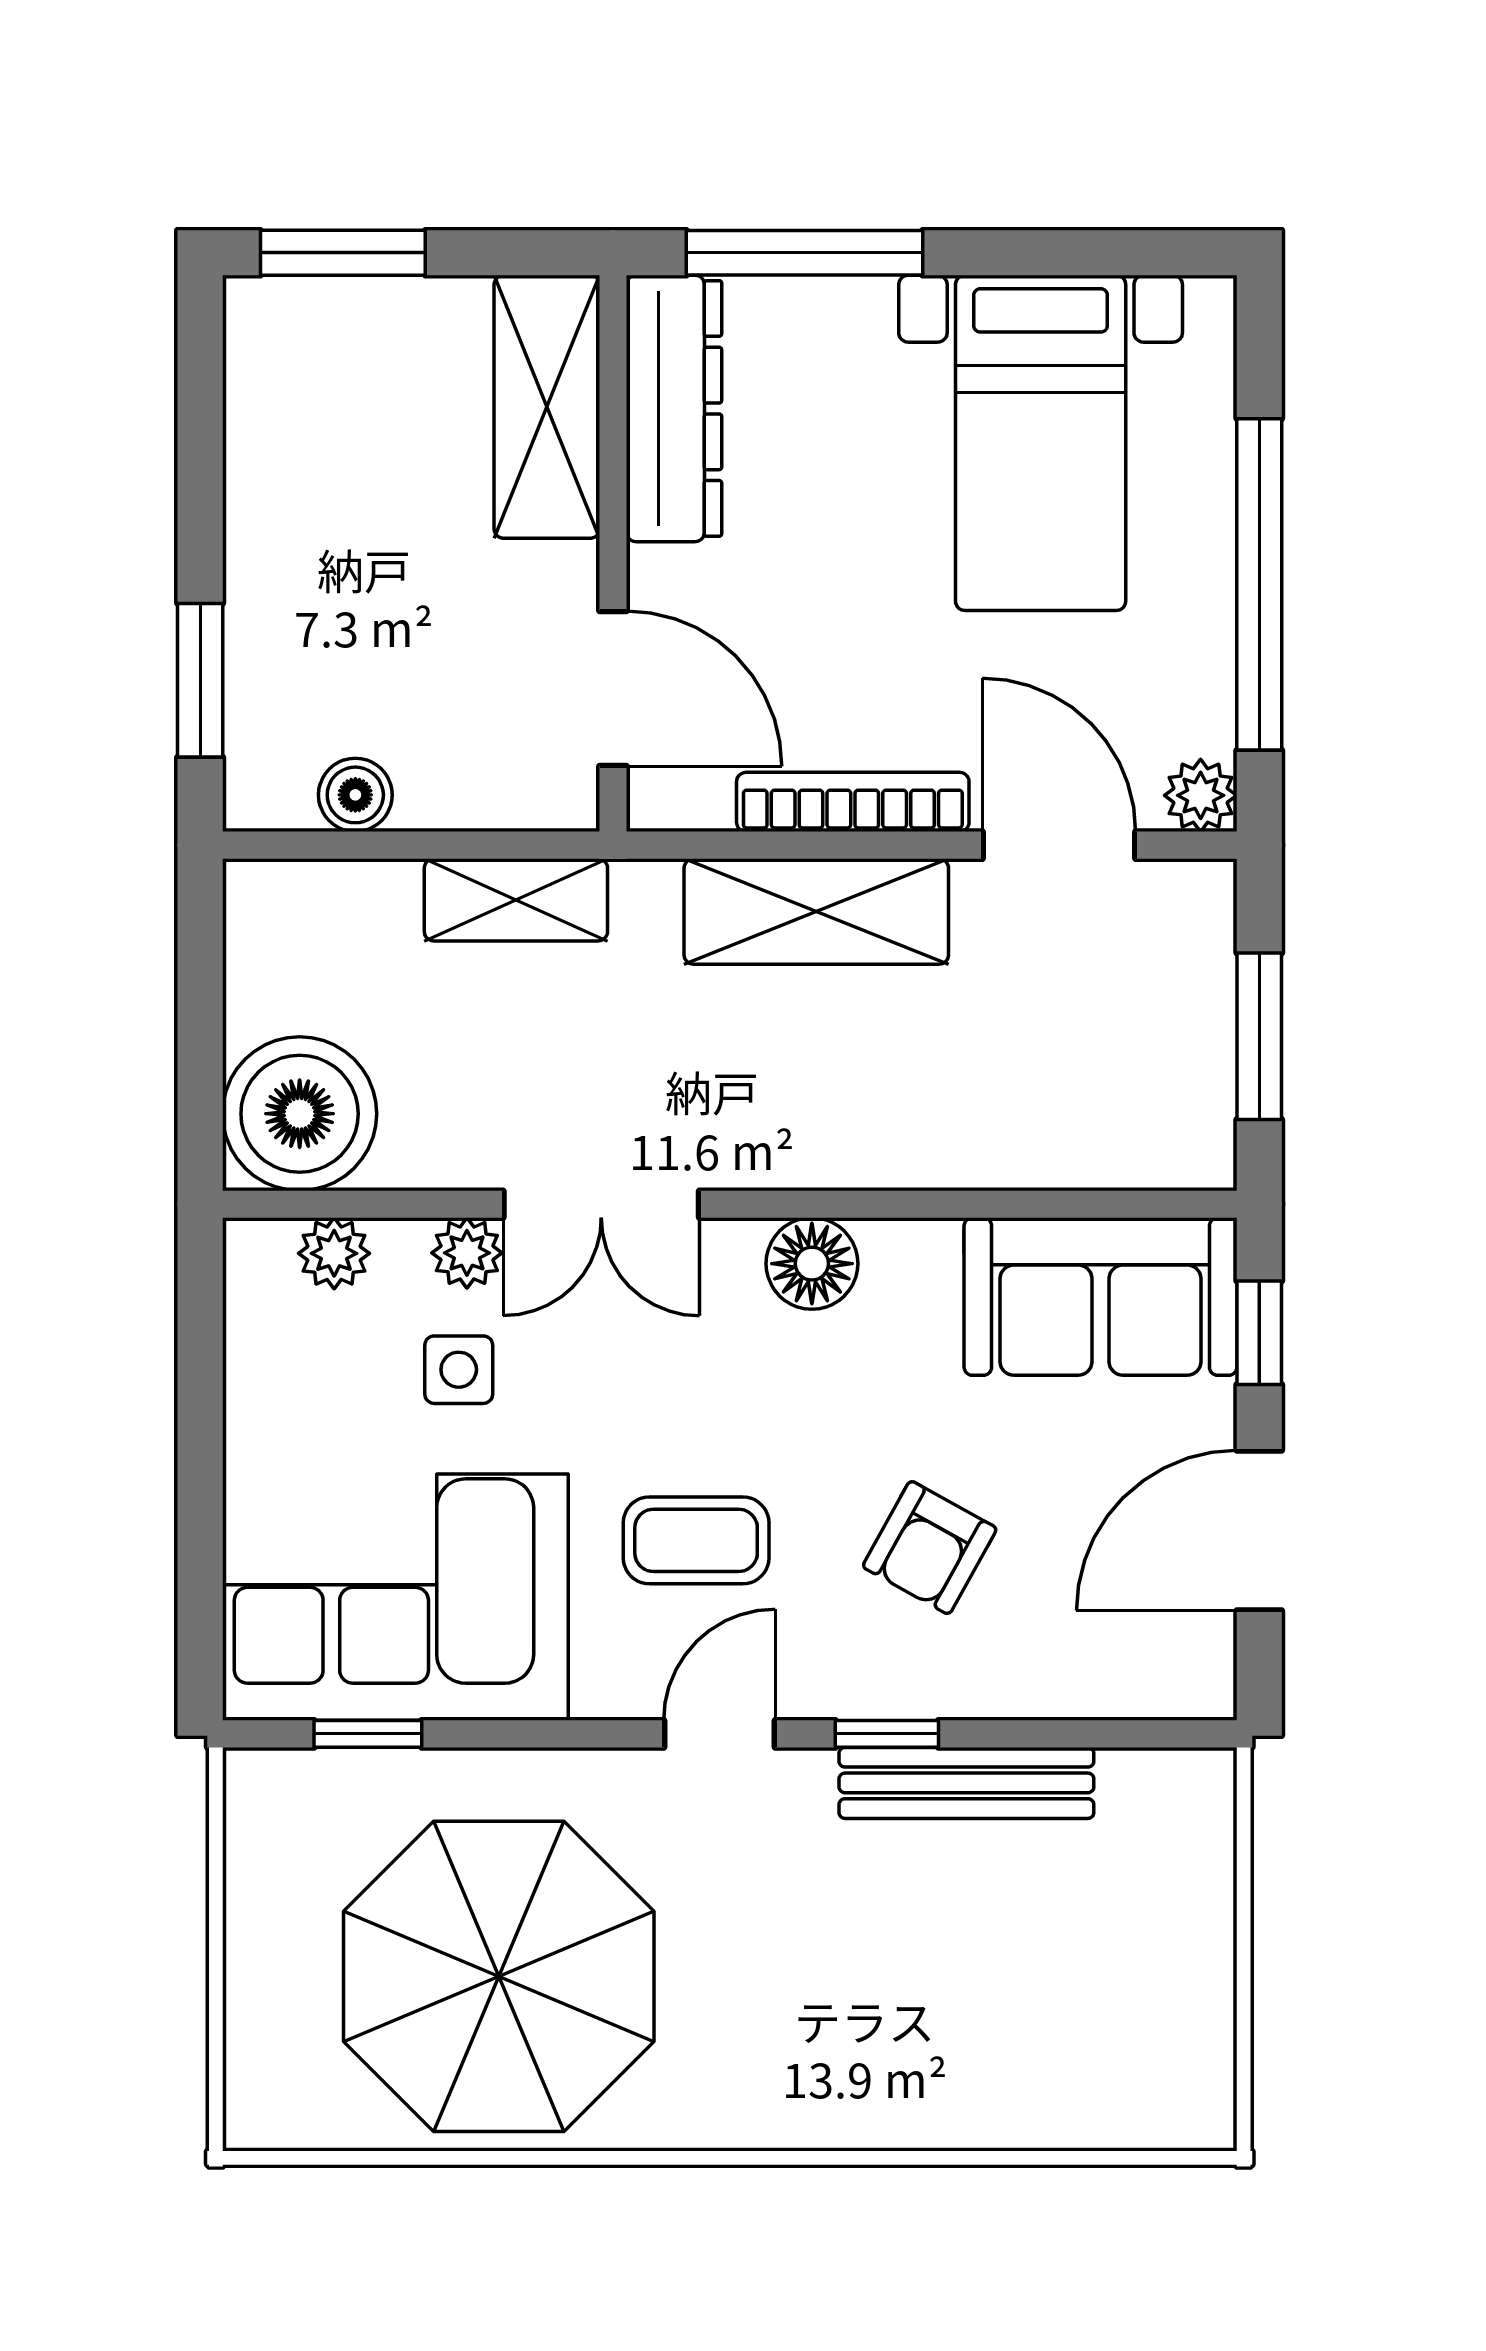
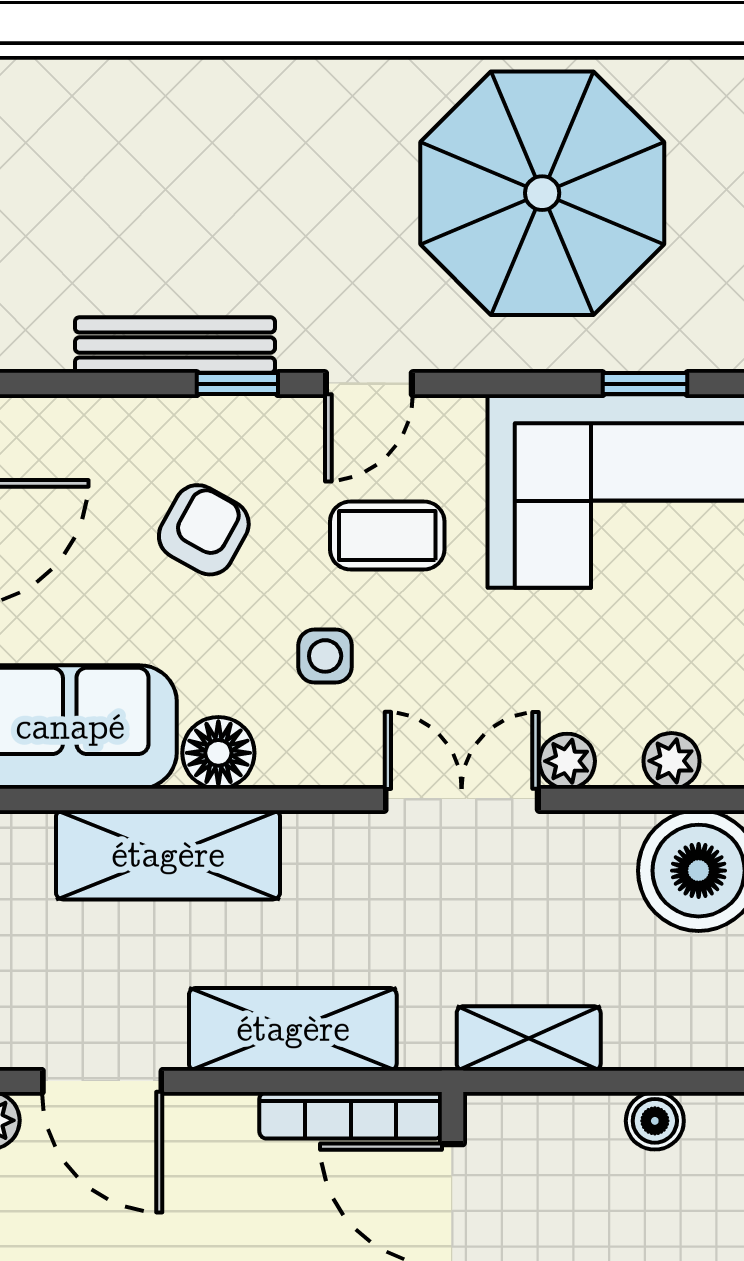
bookcase: (853, 802) -> (351, 1115), moved
shelving: (975, 1134) -> (168, 855), added
floor lamp: (812, 1264) -> (218, 753), moved
side table: (459, 1370) -> (325, 656), moved

